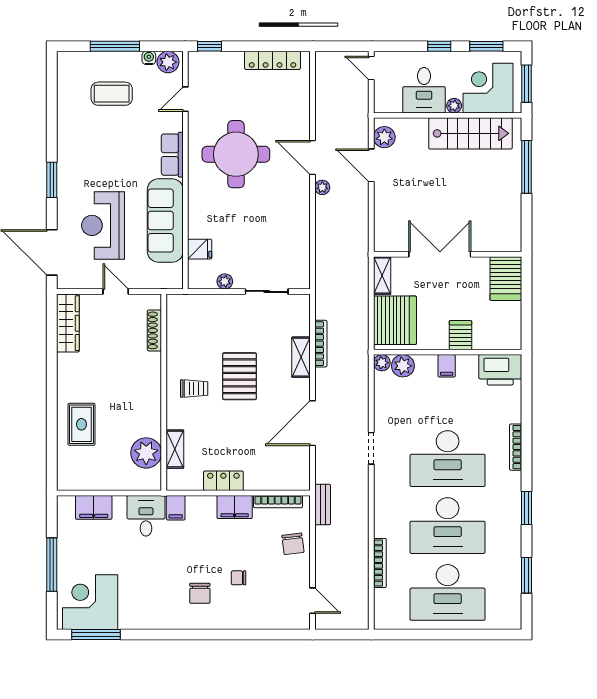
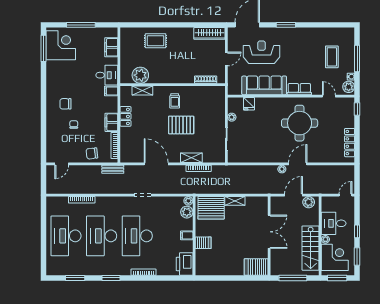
double door: (440, 254) -> (269, 232), moved
wall: (448, 254) -> (269, 236), moved
server rack: (506, 279) -> (256, 267), moved

